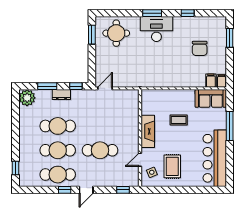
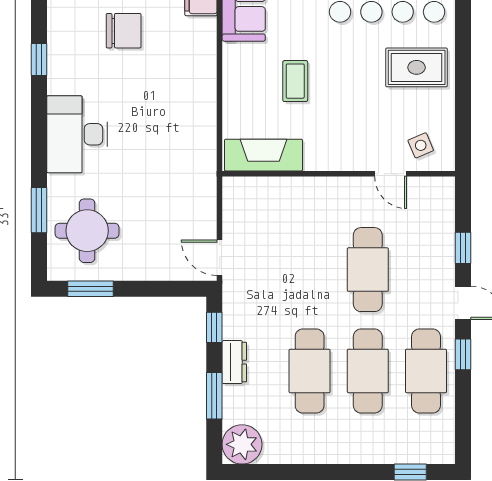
window: (152, 13) -> (39, 210), moved
fireplace: (148, 131) -> (263, 155), moved
rug: (172, 166) -> (417, 67), moved
window: (123, 190) -> (463, 248), moved

